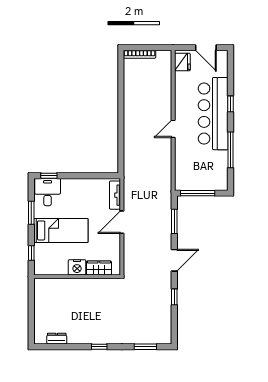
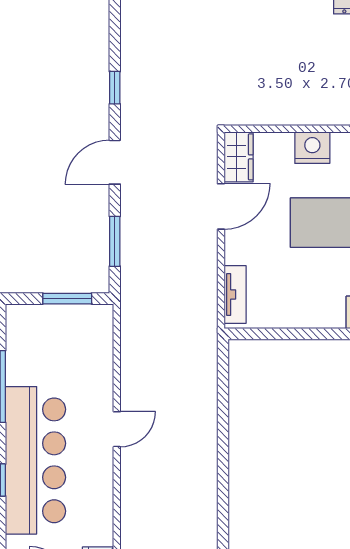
window: (198, 193) -> (67, 299), width x0.69
door: (122, 222) -> (221, 206), moved
wardrobe: (99, 268) -> (239, 157), moved, turned -90

